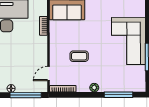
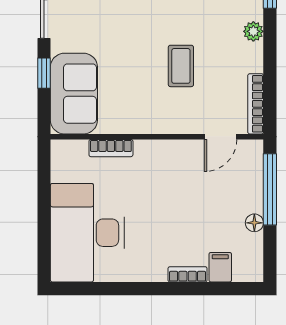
door: (48, 74) -> (221, 137), hinge flipped

